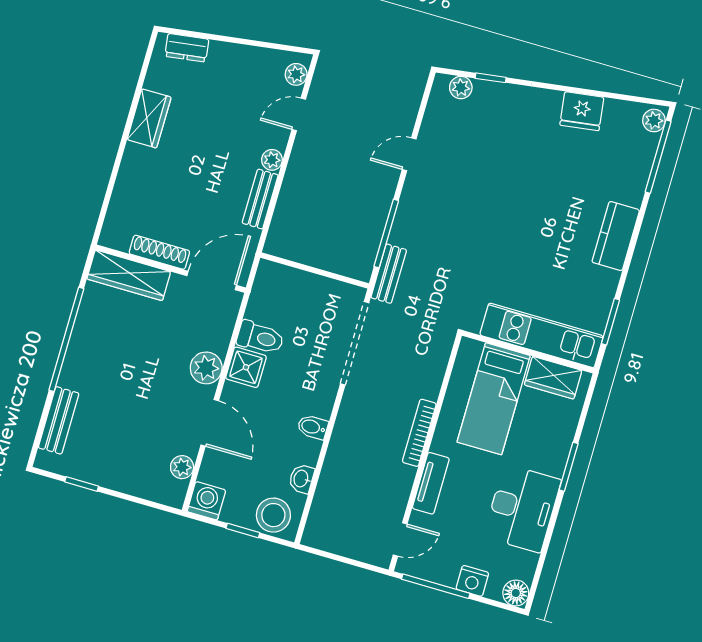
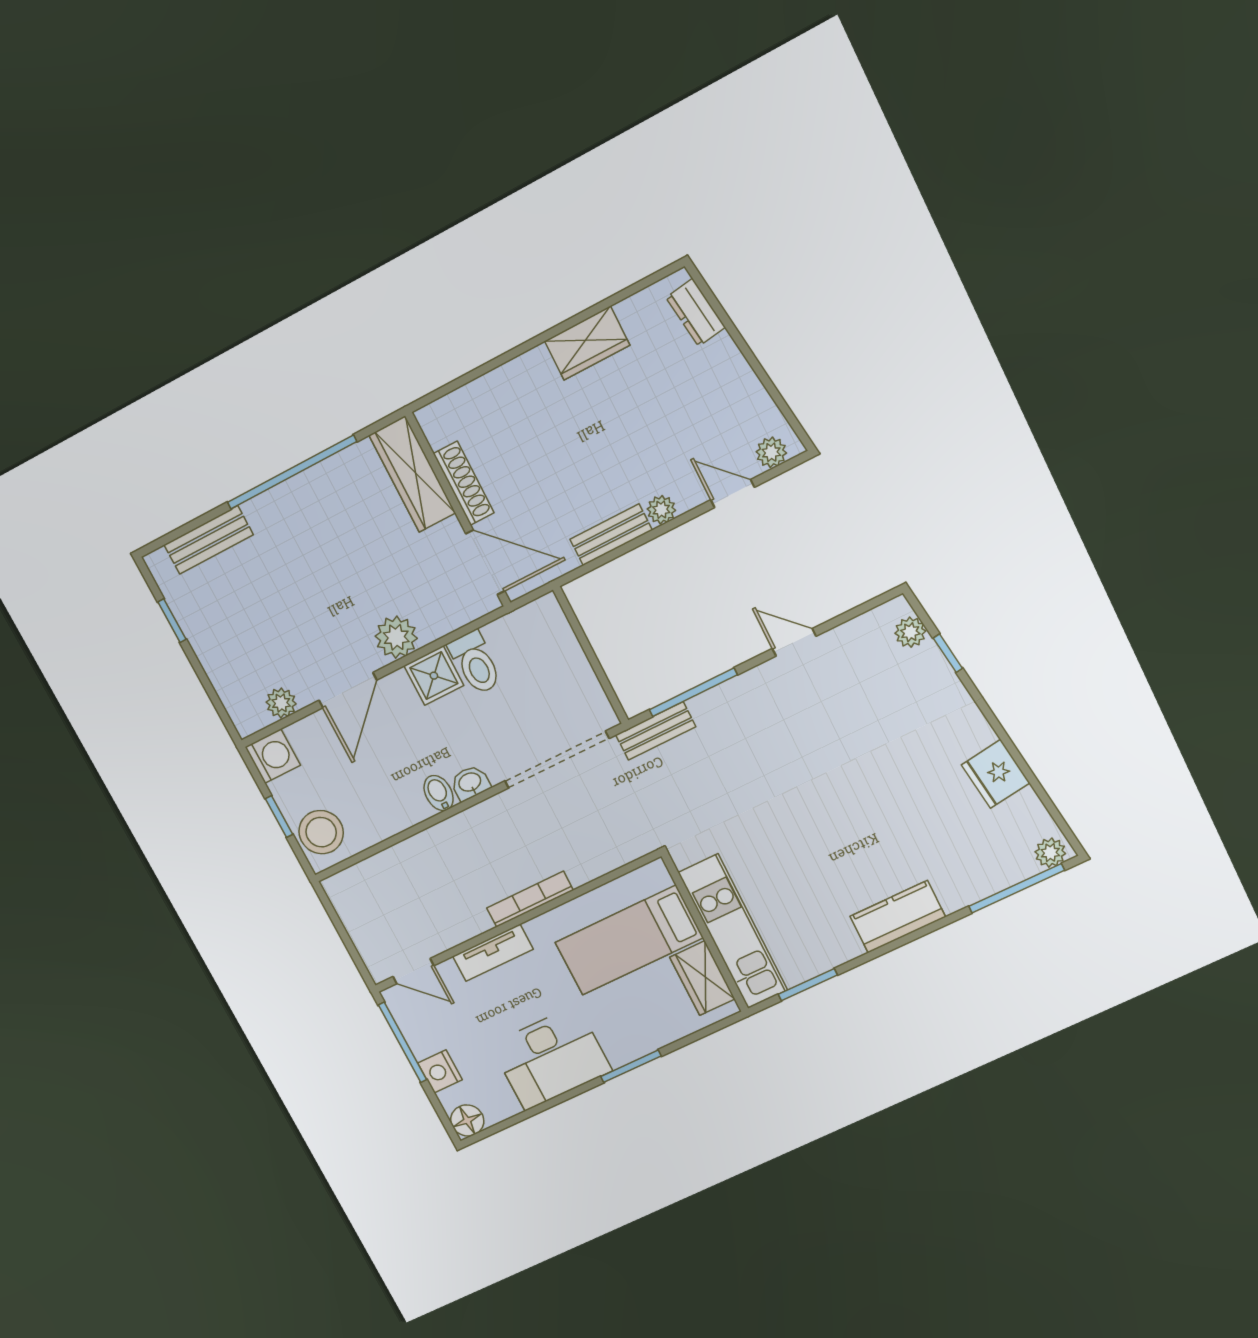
washbasin: (302, 479) -> (470, 783), moved

